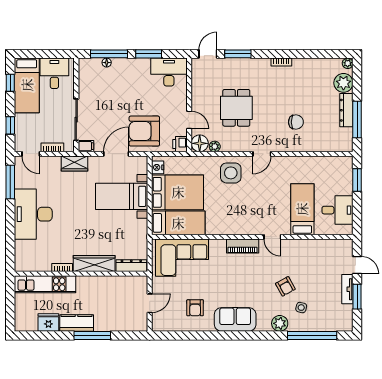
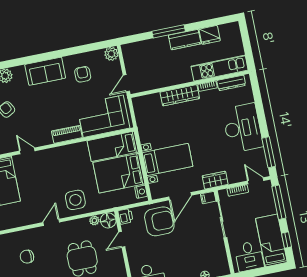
door: (189, 120) -> (122, 239), hinge flipped
window: (10, 125) -> (279, 202), width x2.17
piano: (243, 246) -> (67, 134), moved
dresser: (131, 266) -> (231, 83), moved
door: (150, 303) -> (126, 83), moved
plant: (159, 324) -> (111, 54), added

